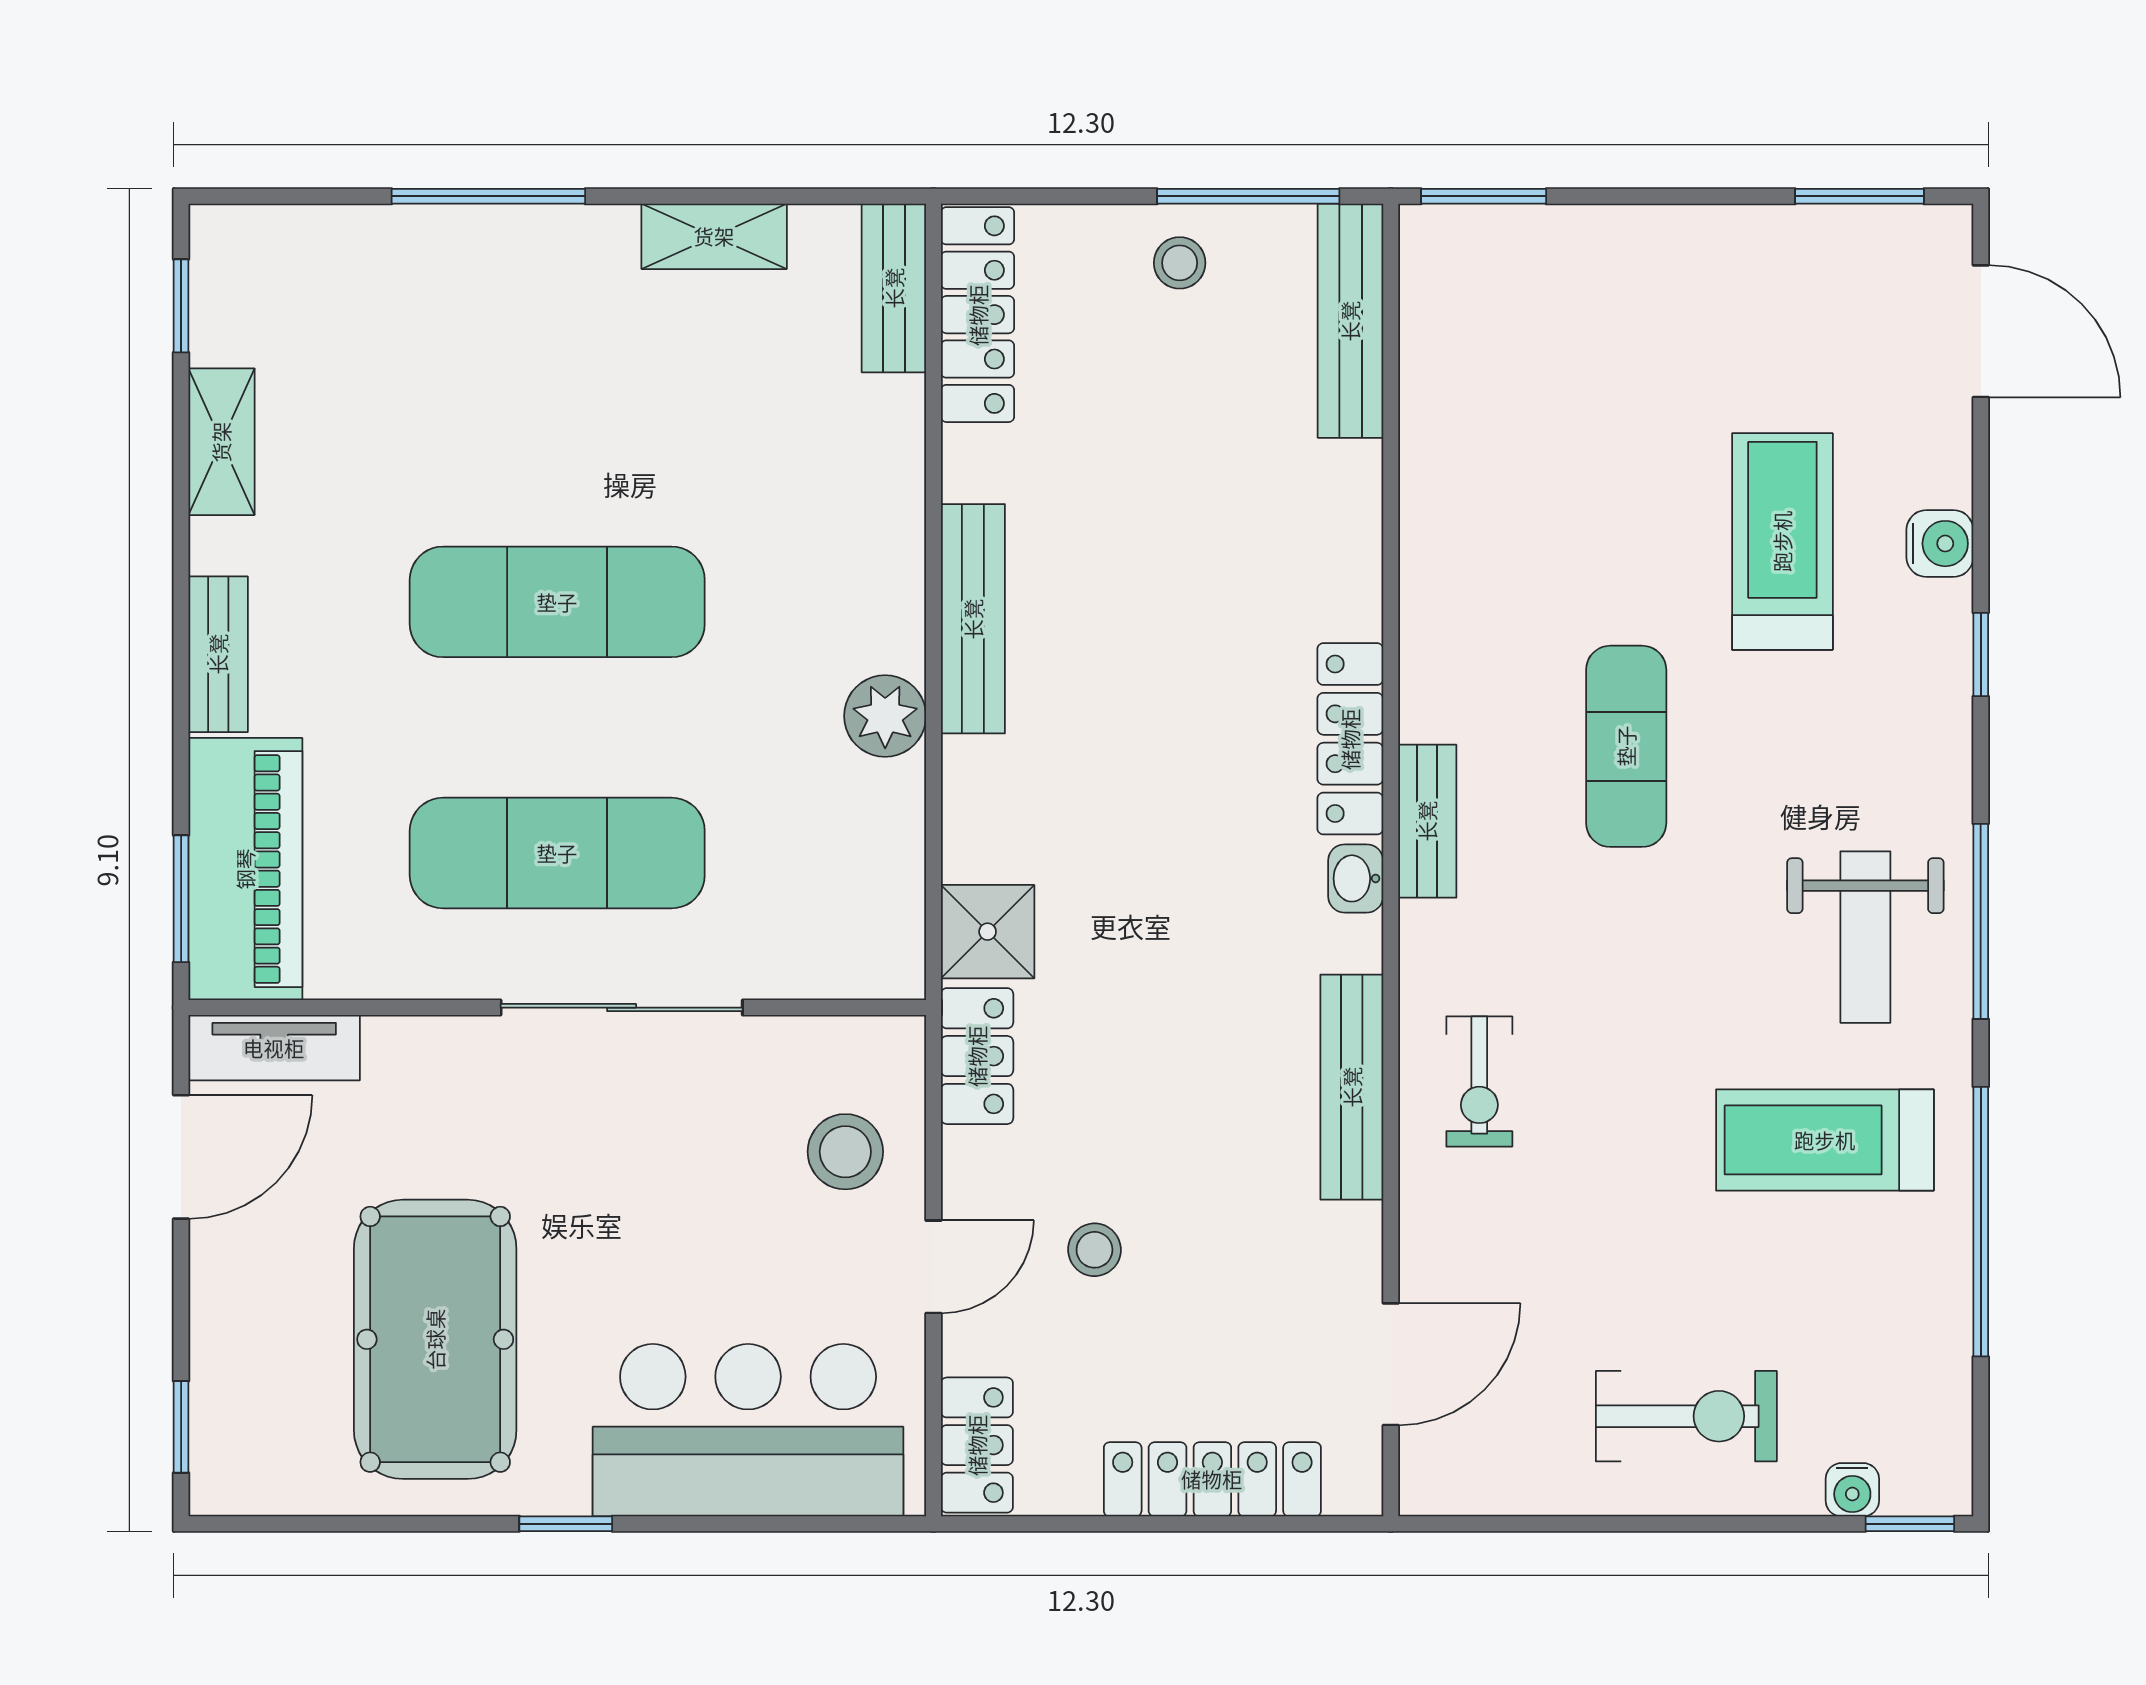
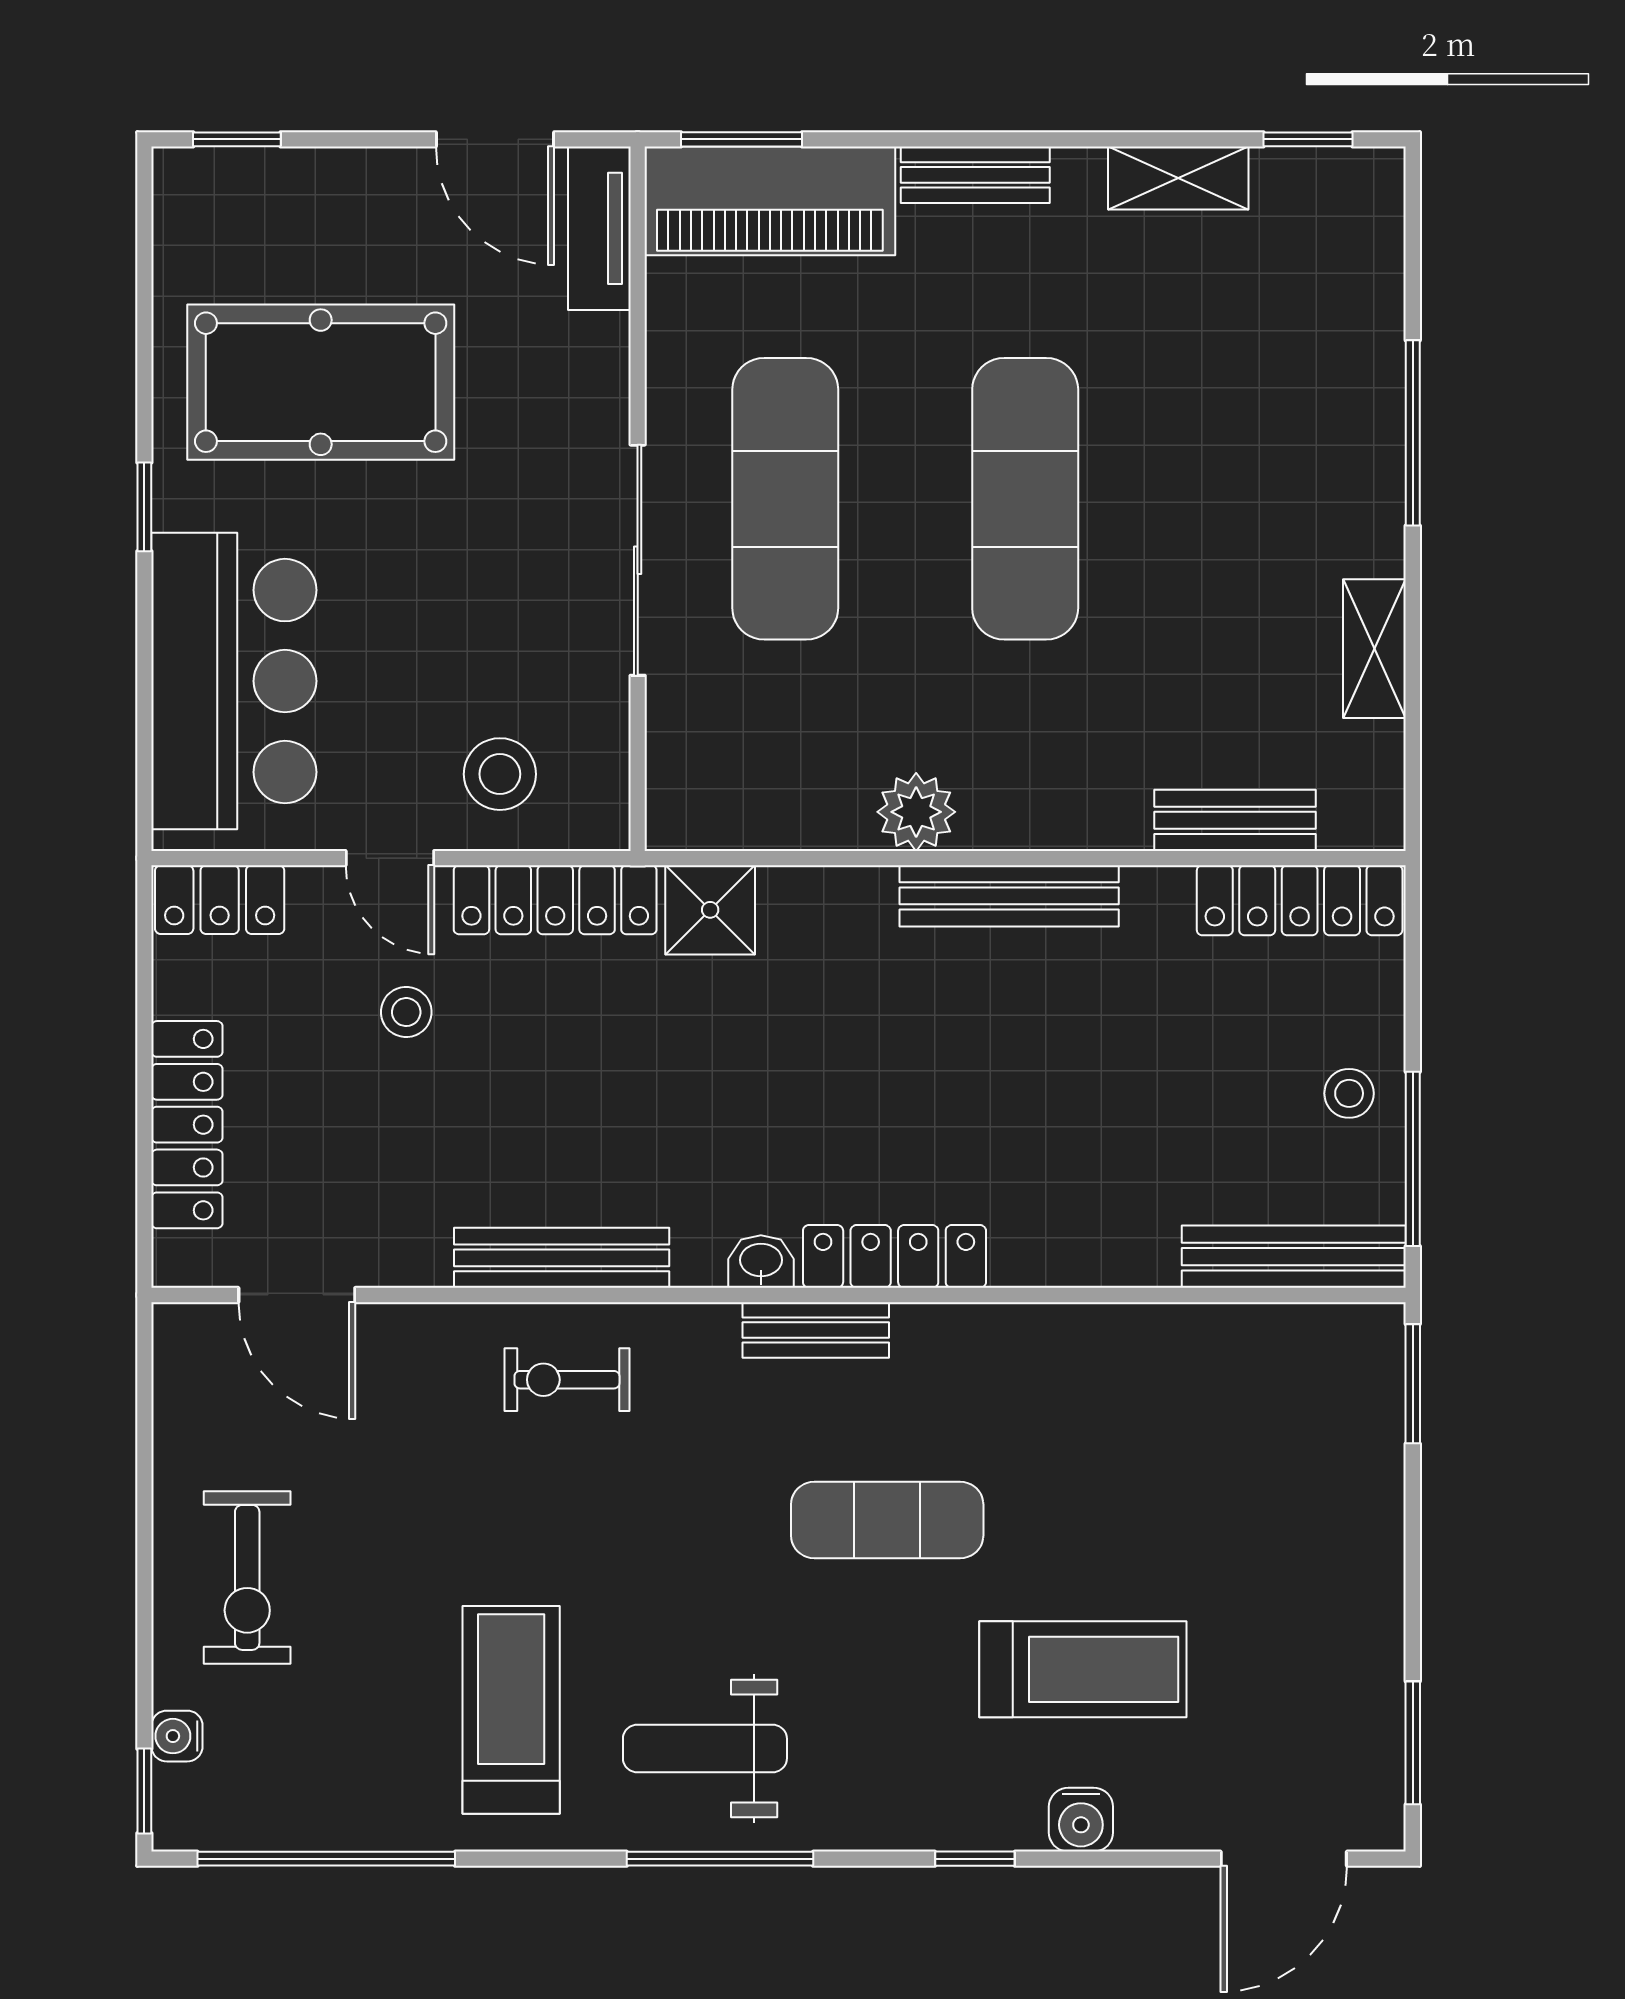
bench: (894, 288) -> (1235, 820), moved
locker: (977, 1056) -> (555, 900), width x1.53
window: (1981, 1222) -> (326, 1859), moved

